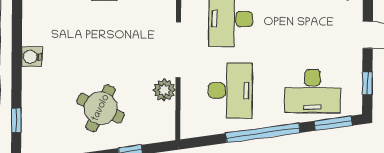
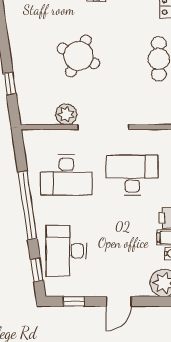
round table: (101, 108) -> (78, 56), moved
window: (333, 123) -> (37, 270), width x0.67

